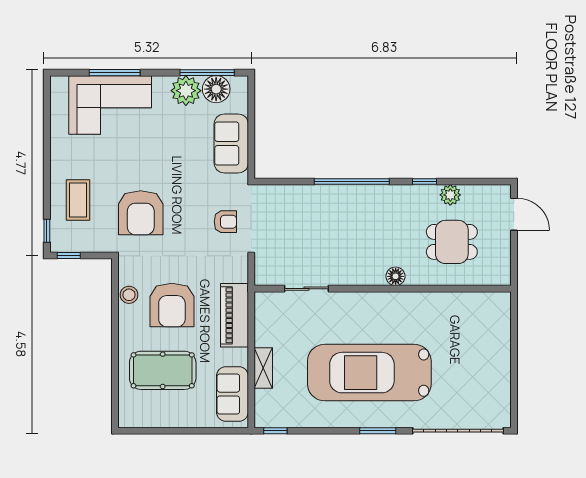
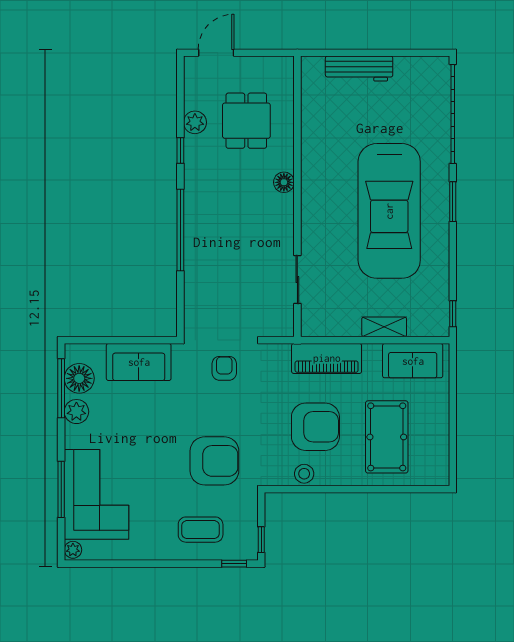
plant: (59, 83) -> (73, 550), added
plant: (186, 91) -> (76, 412), width x0.73, depth x0.73
workbench: (499, 345) -> (359, 69), added

